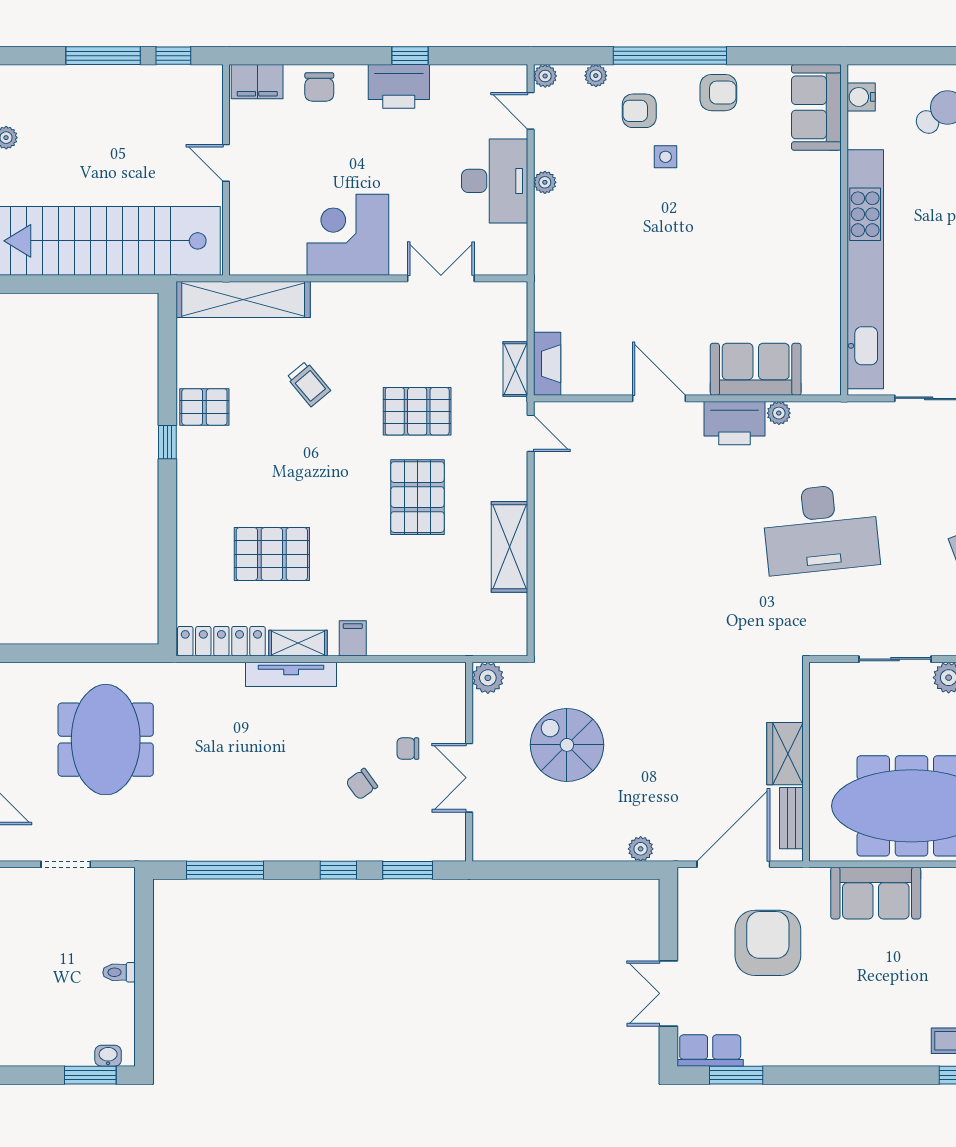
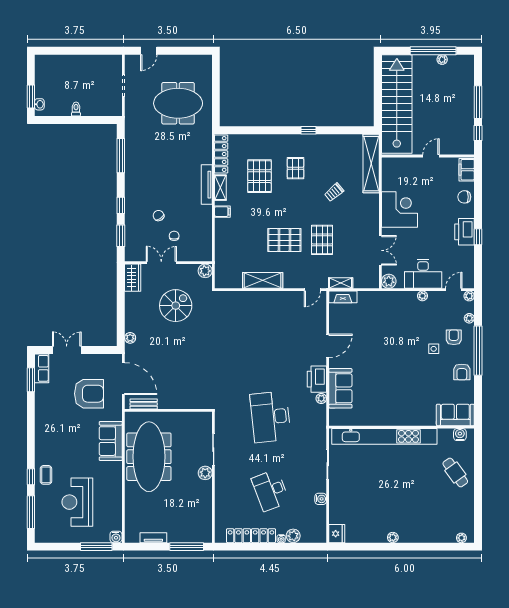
plant: (512, 259) -> (389, 281), added
pallet: (204, 407) -> (296, 168), moved
wardrobe: (785, 754) -> (133, 278), moved, turned 90

